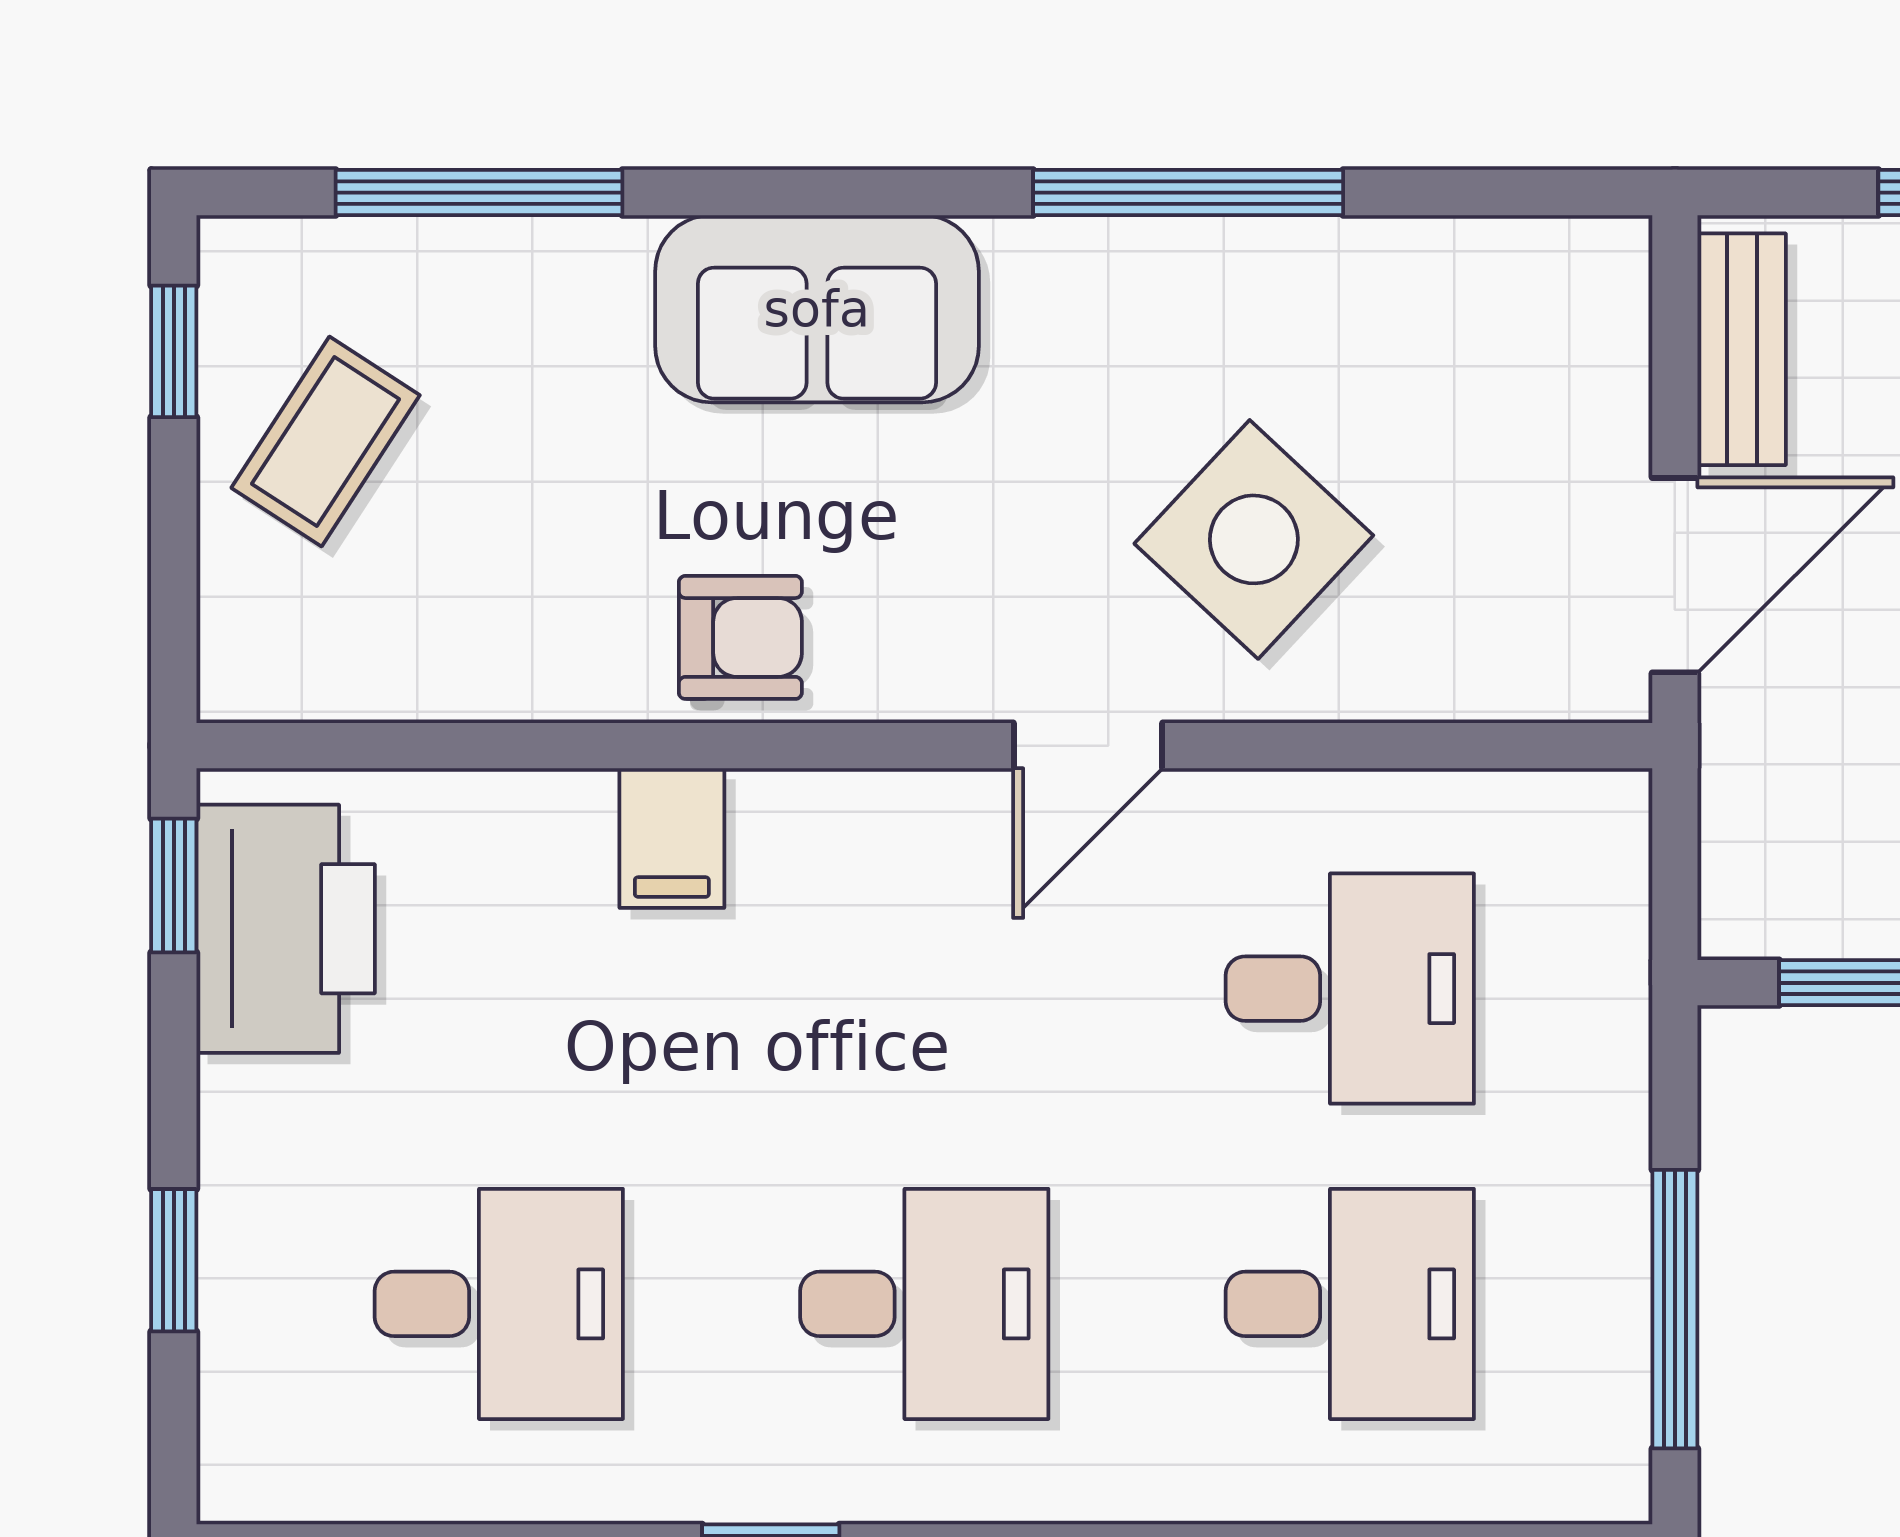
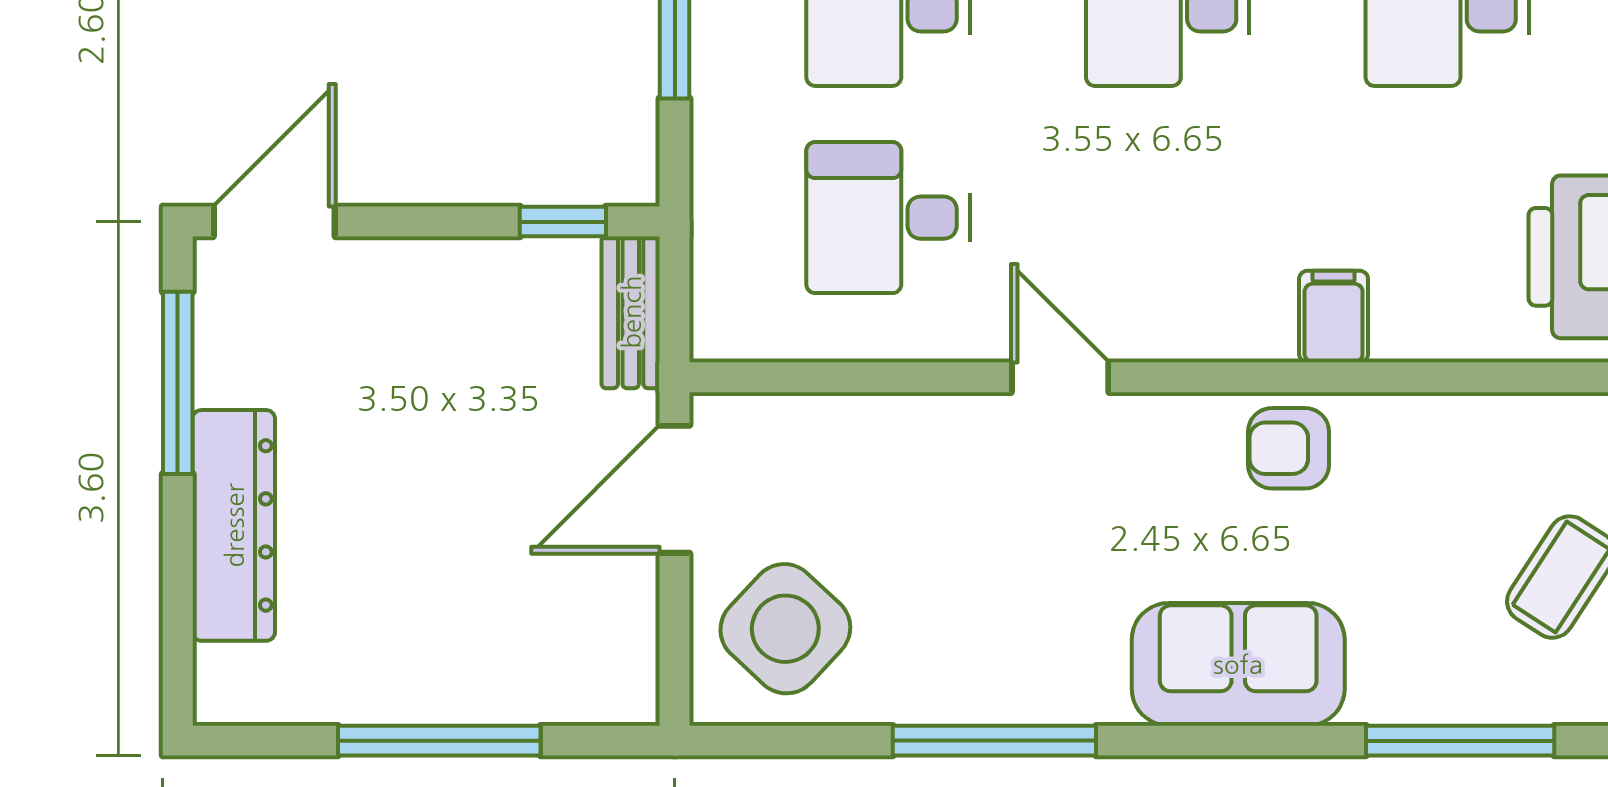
bench: (1742, 349) -> (631, 312), moved
side table: (1254, 539) -> (785, 629), moved
door: (1088, 746) -> (1060, 377), hinge flipped

